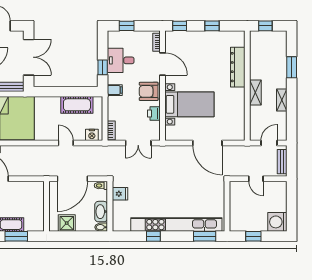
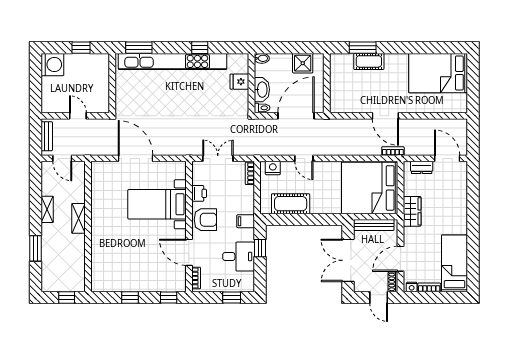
dresser: (238, 67) -> (99, 248), removed
door: (269, 143) -> (62, 158), hinge flipped
fridge: (120, 194) -> (239, 82), moved
washbasin: (101, 212) -> (262, 90), moved

